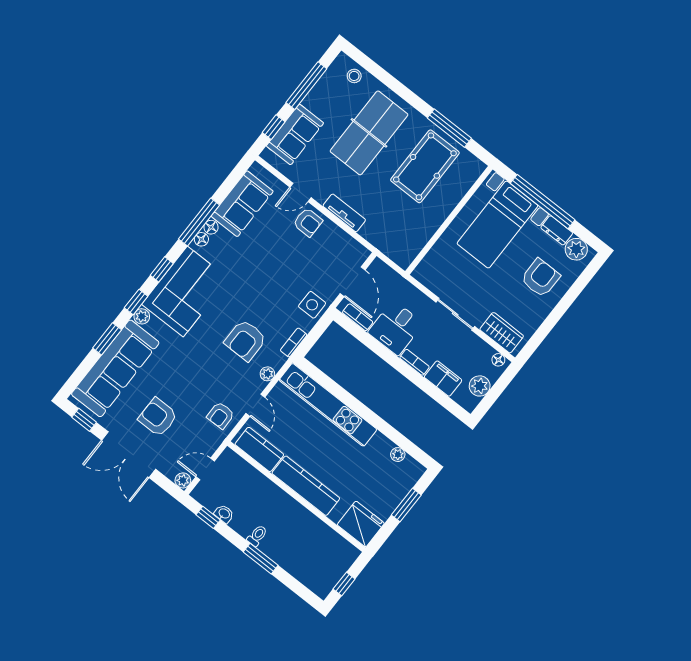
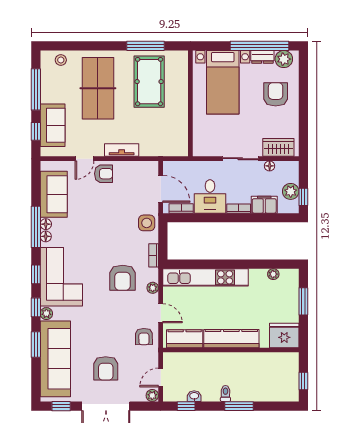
window: (543, 202) -> (260, 46), moved
floor lamp: (498, 360) -> (270, 166), moved
window: (488, 401) -> (303, 197), added
armchair: (158, 417) -> (106, 368), turned -90

